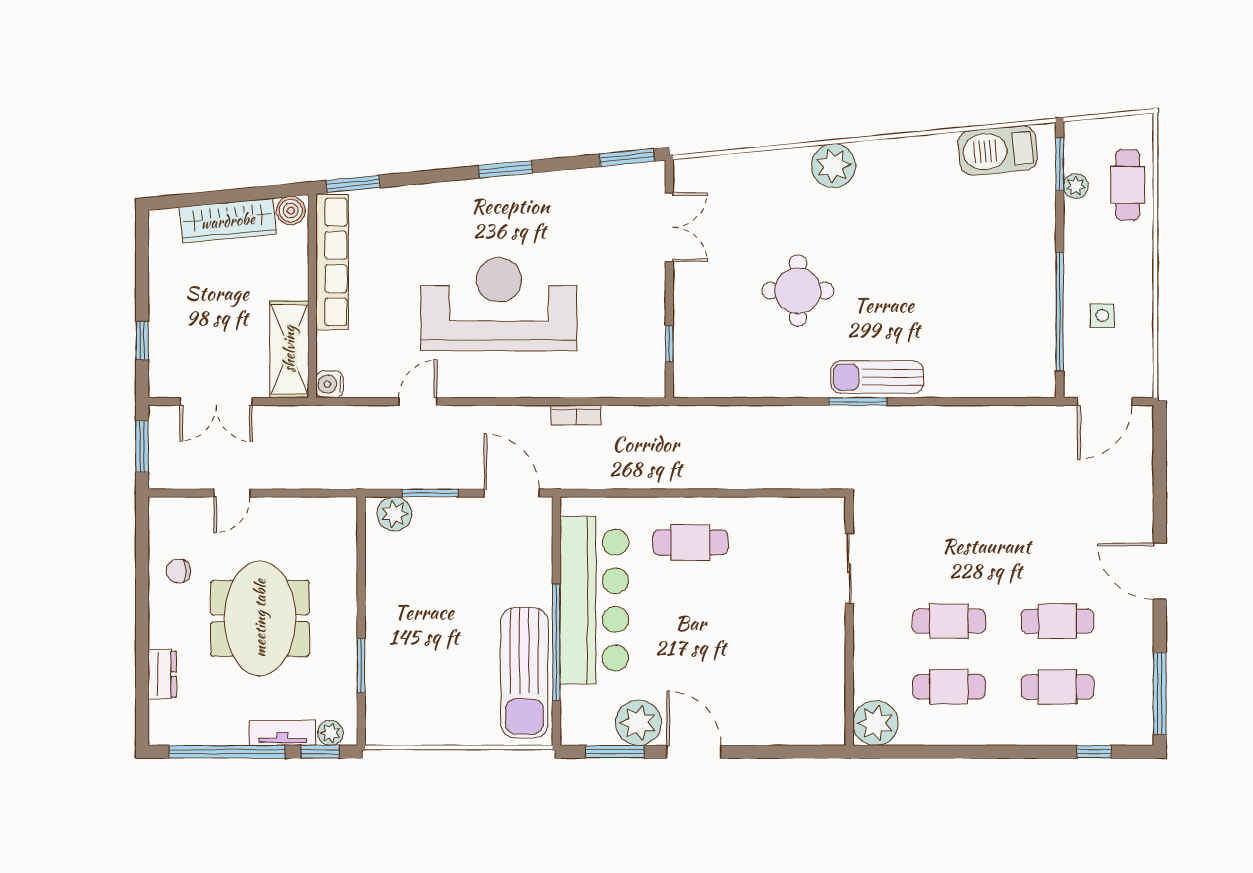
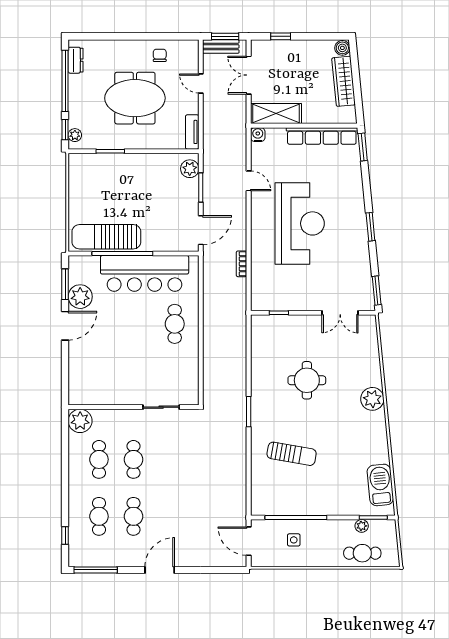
boiler: (291, 211) -> (342, 48), moved
sun lounger: (877, 377) -> (292, 454), moved, turned 100
bench: (161, 455) -> (221, 46), added
dresser: (162, 674) -> (76, 60), moved, turned -90
tv unit: (282, 733) -> (192, 132), moved, turned 180

